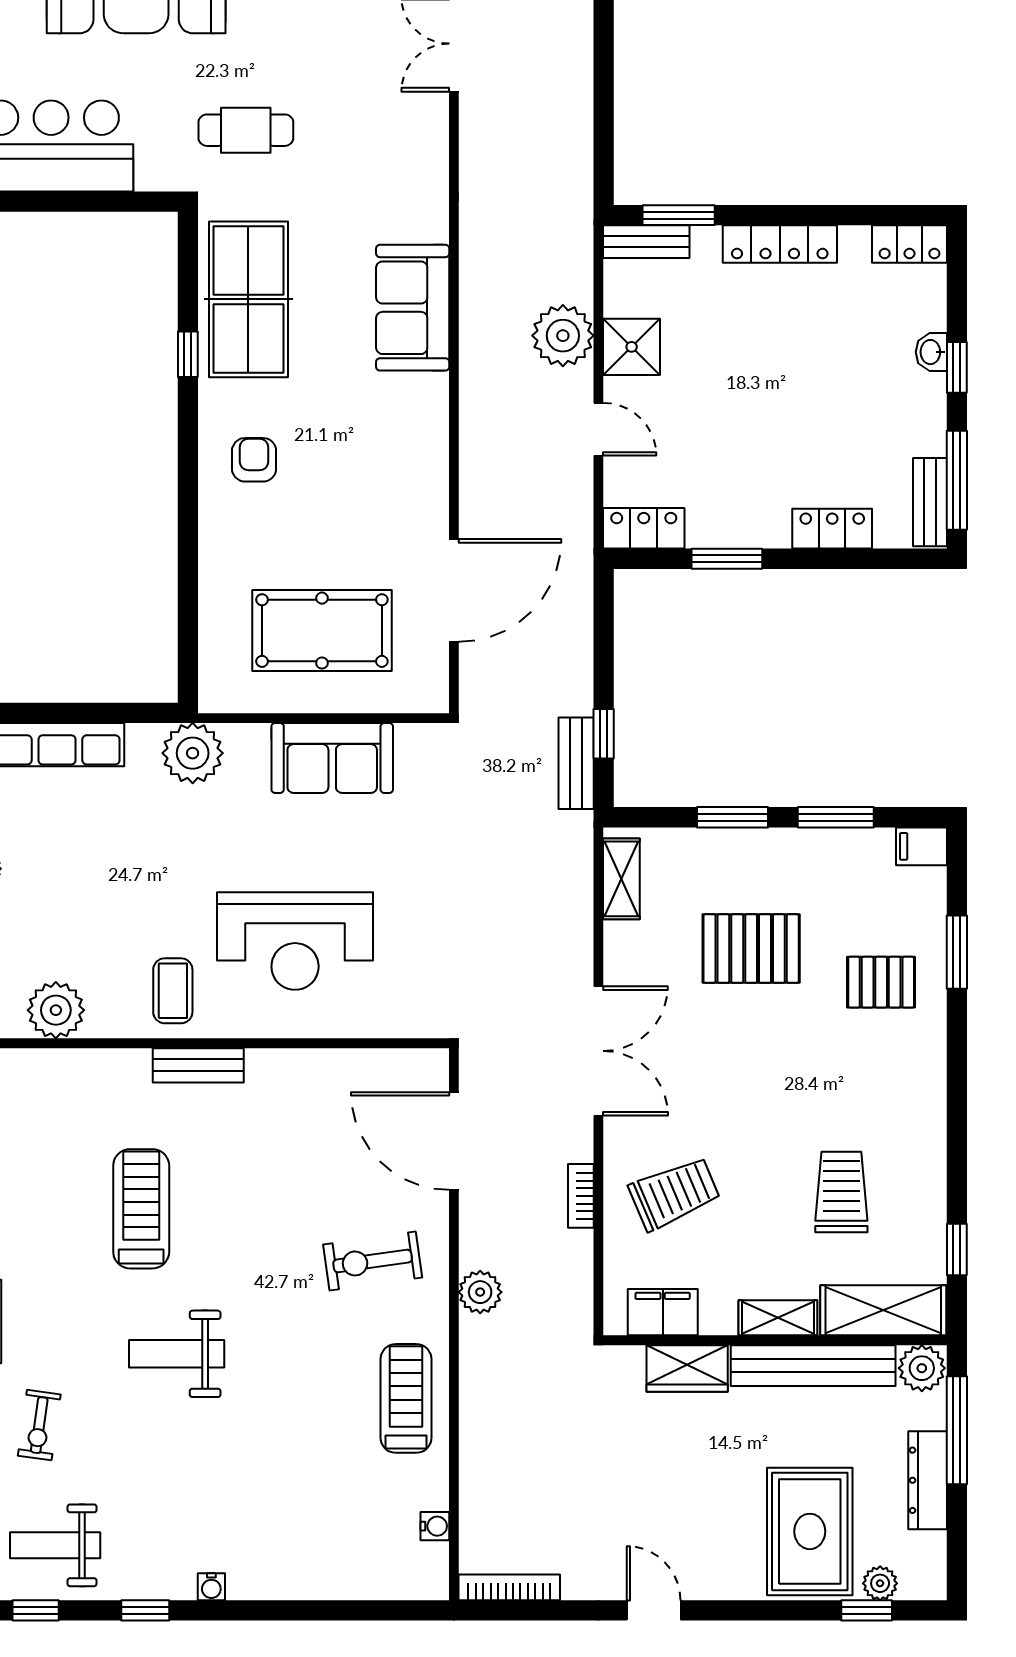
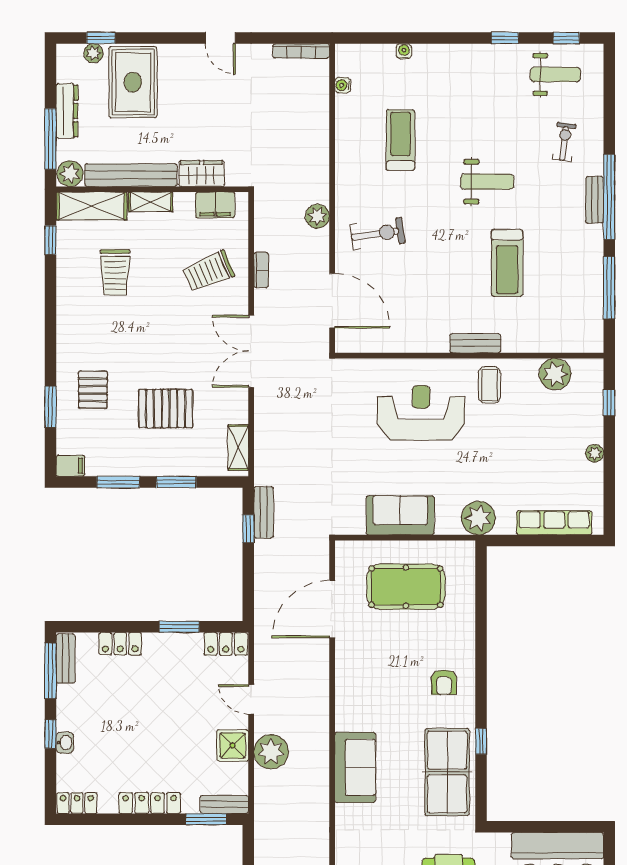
pallet: (881, 982) -> (93, 390), turned 90
treadmill: (406, 1398) -> (400, 140), moved, turned 180
water cooler: (211, 1587) -> (404, 51), moved

